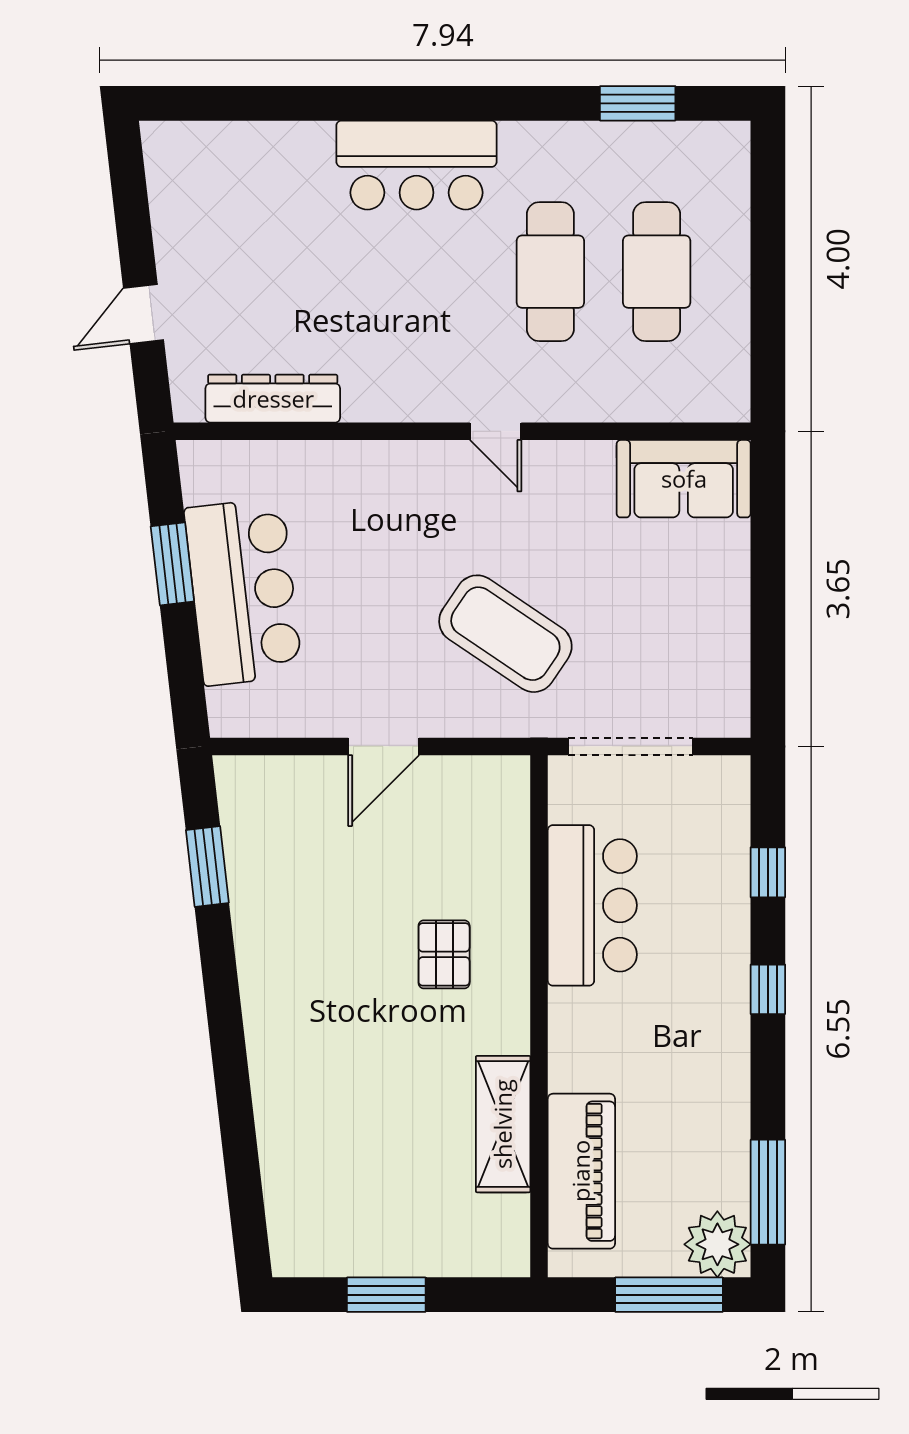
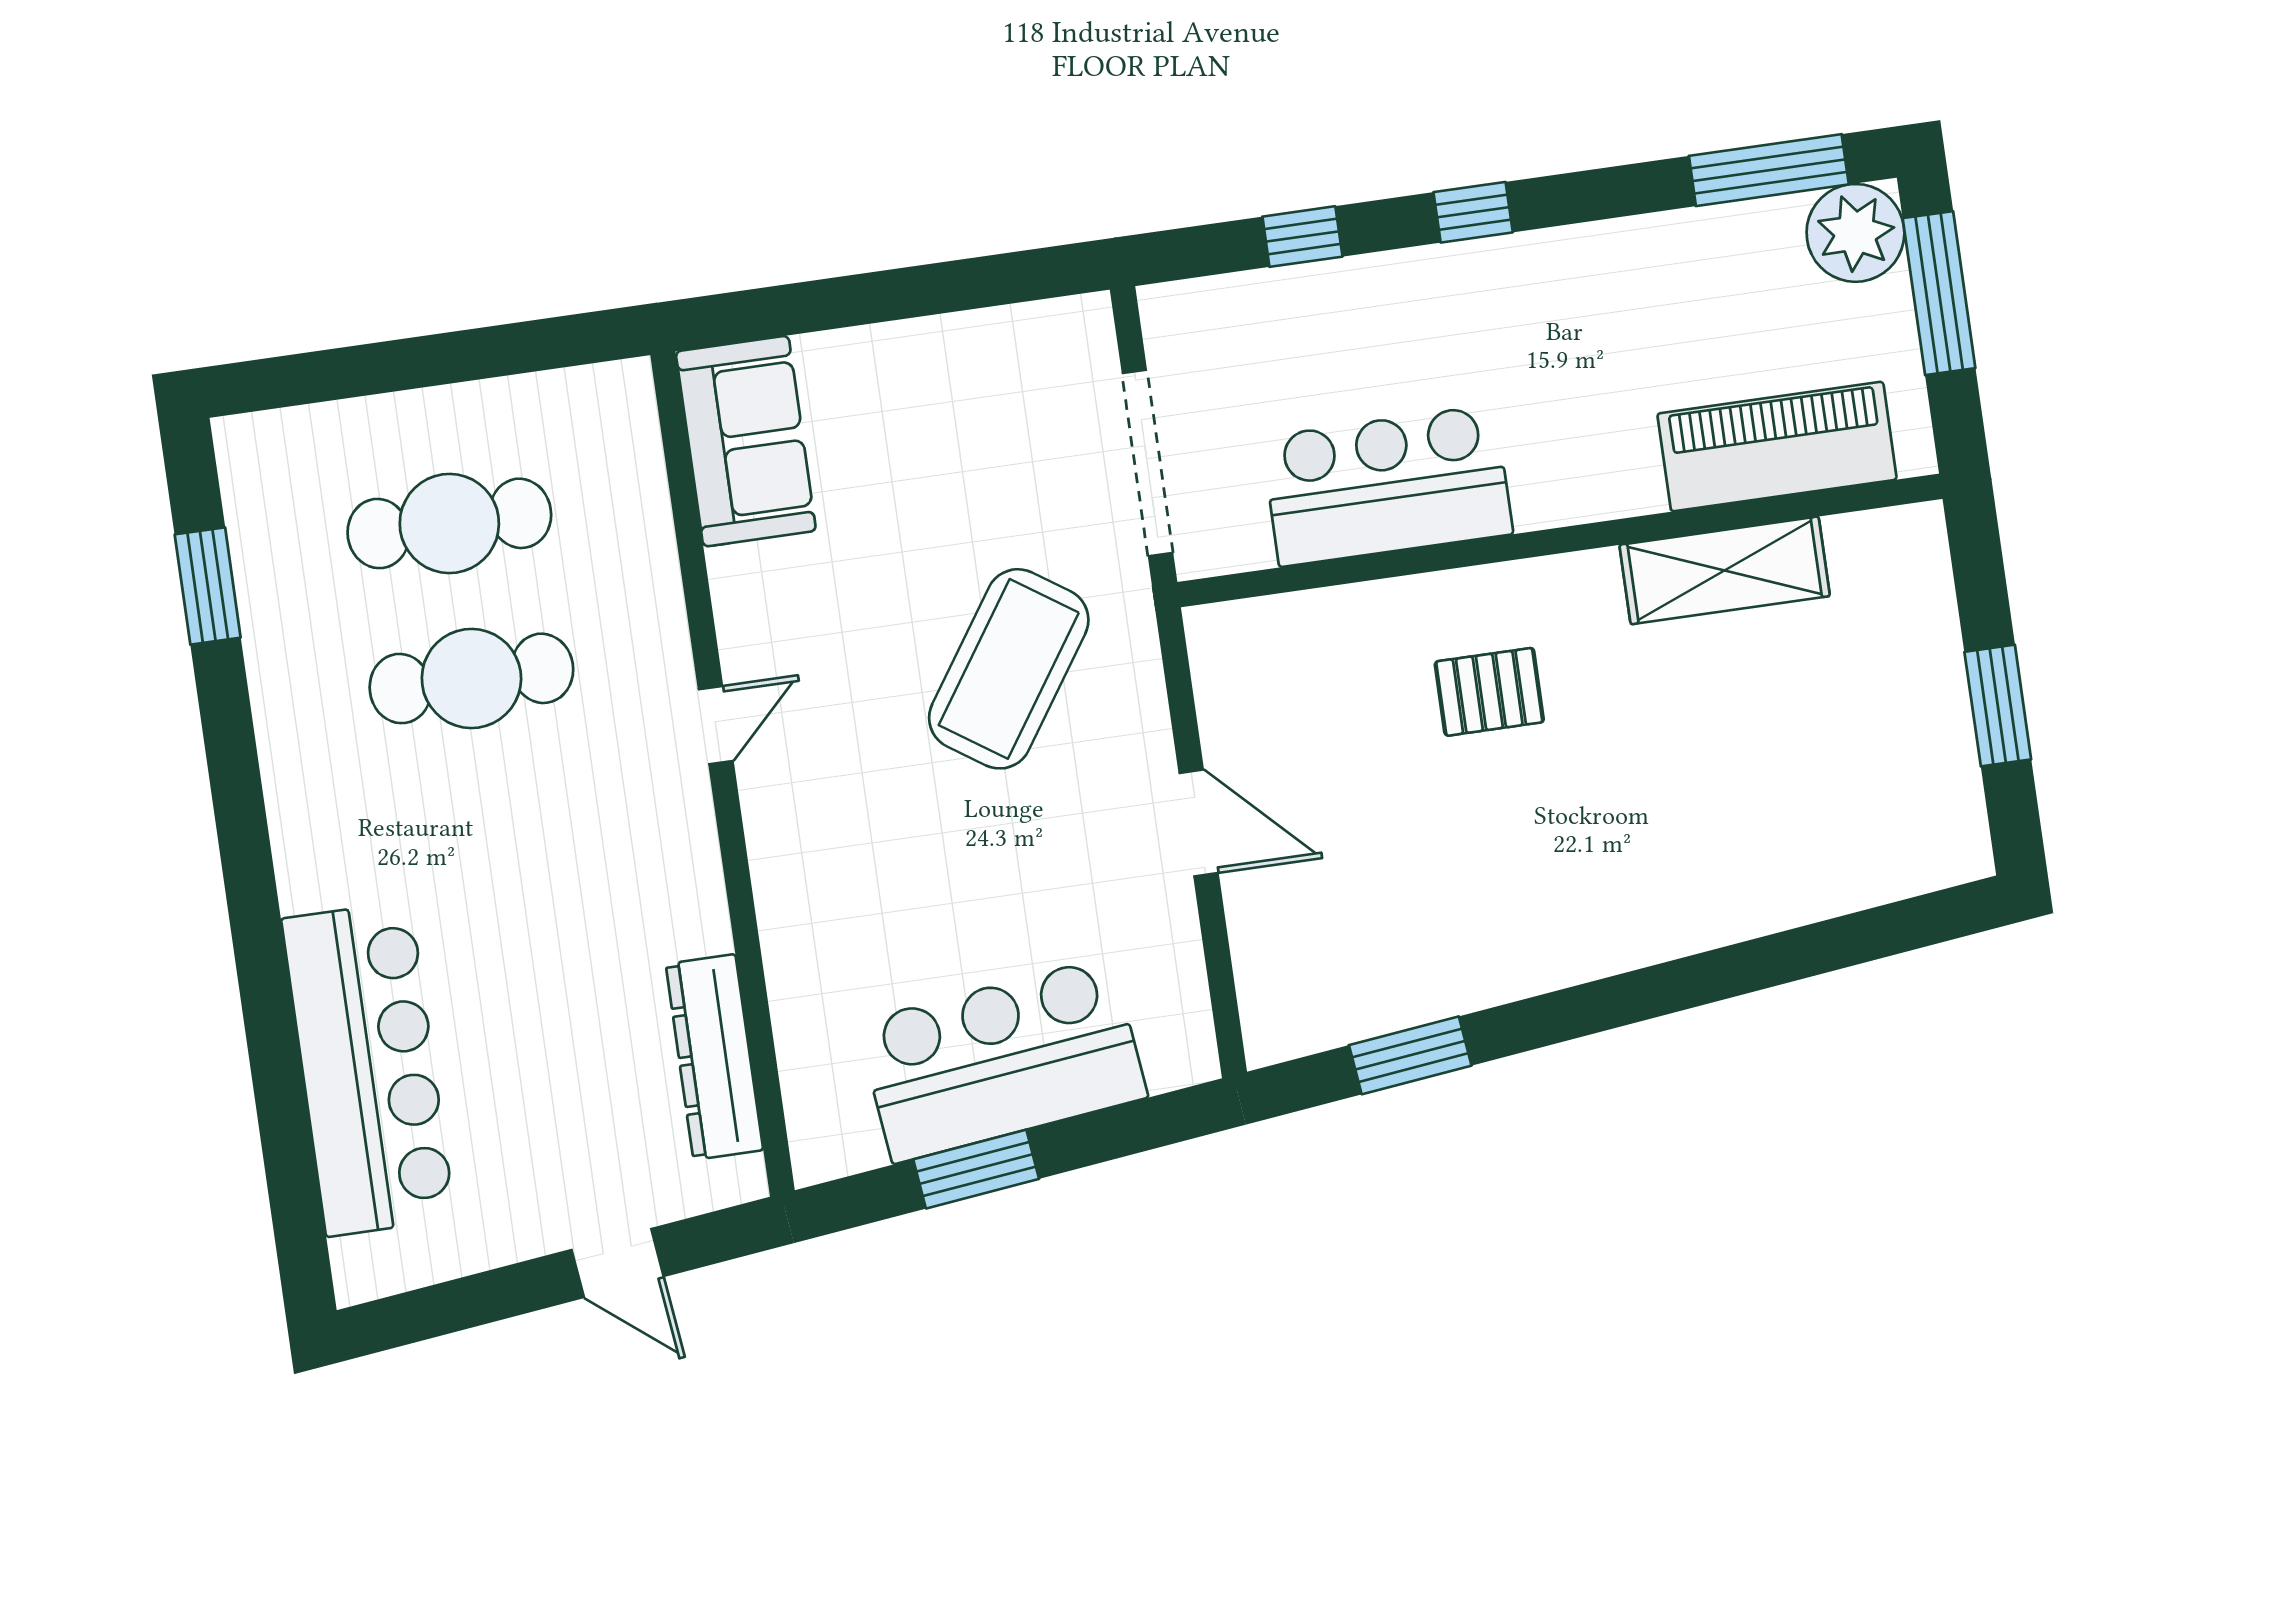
bar counter: (417, 165) -> (368, 1069), moved, width x1.36

